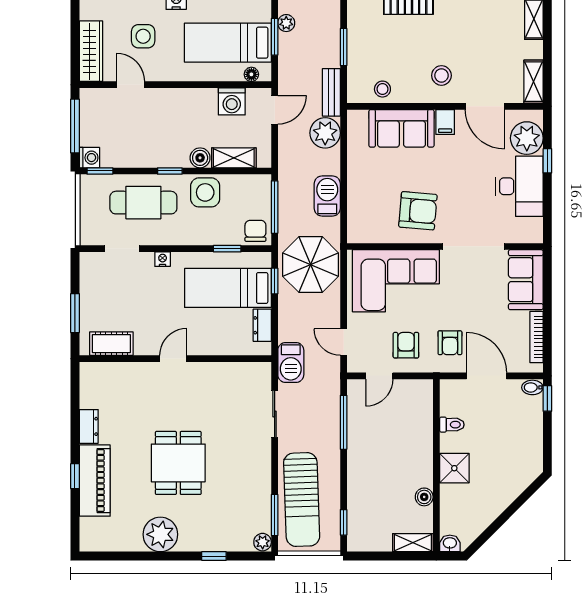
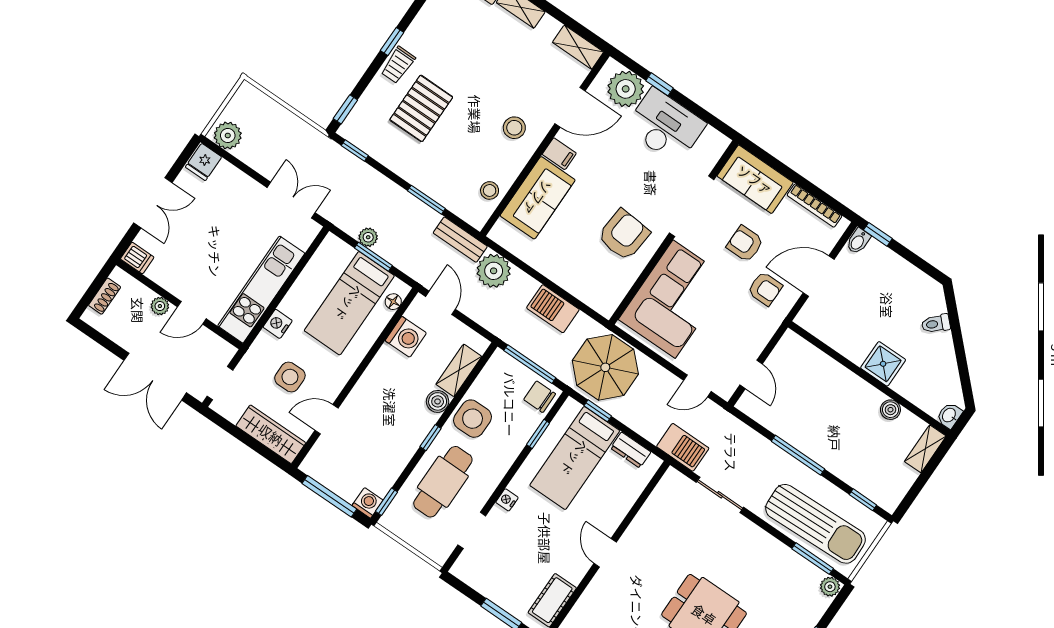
armchair: (406, 345) -> (745, 244), moved
window: (344, 422) -> (798, 455), moved
toilet: (452, 425) -> (936, 324), moved, turned -135

